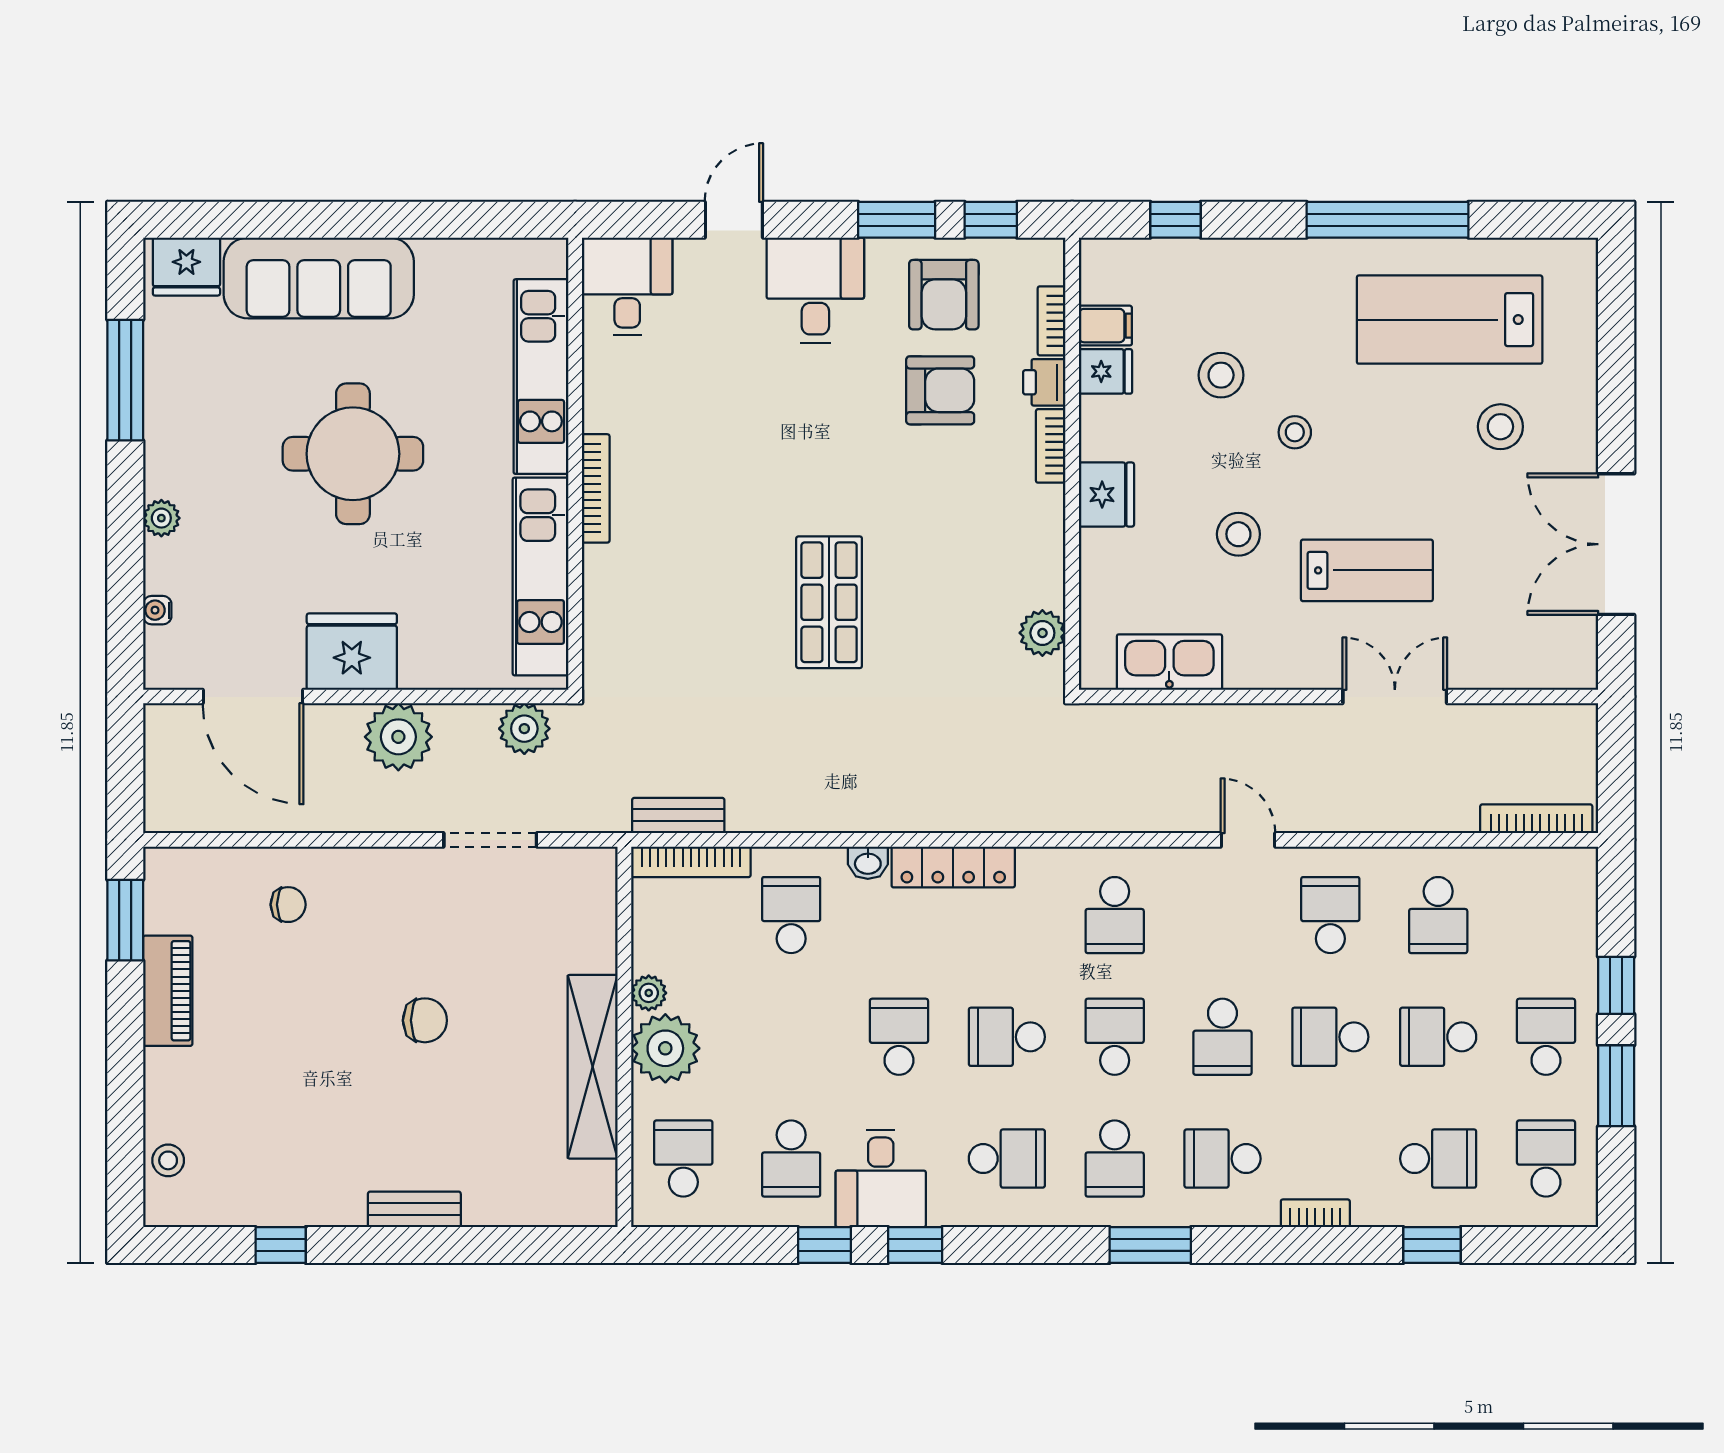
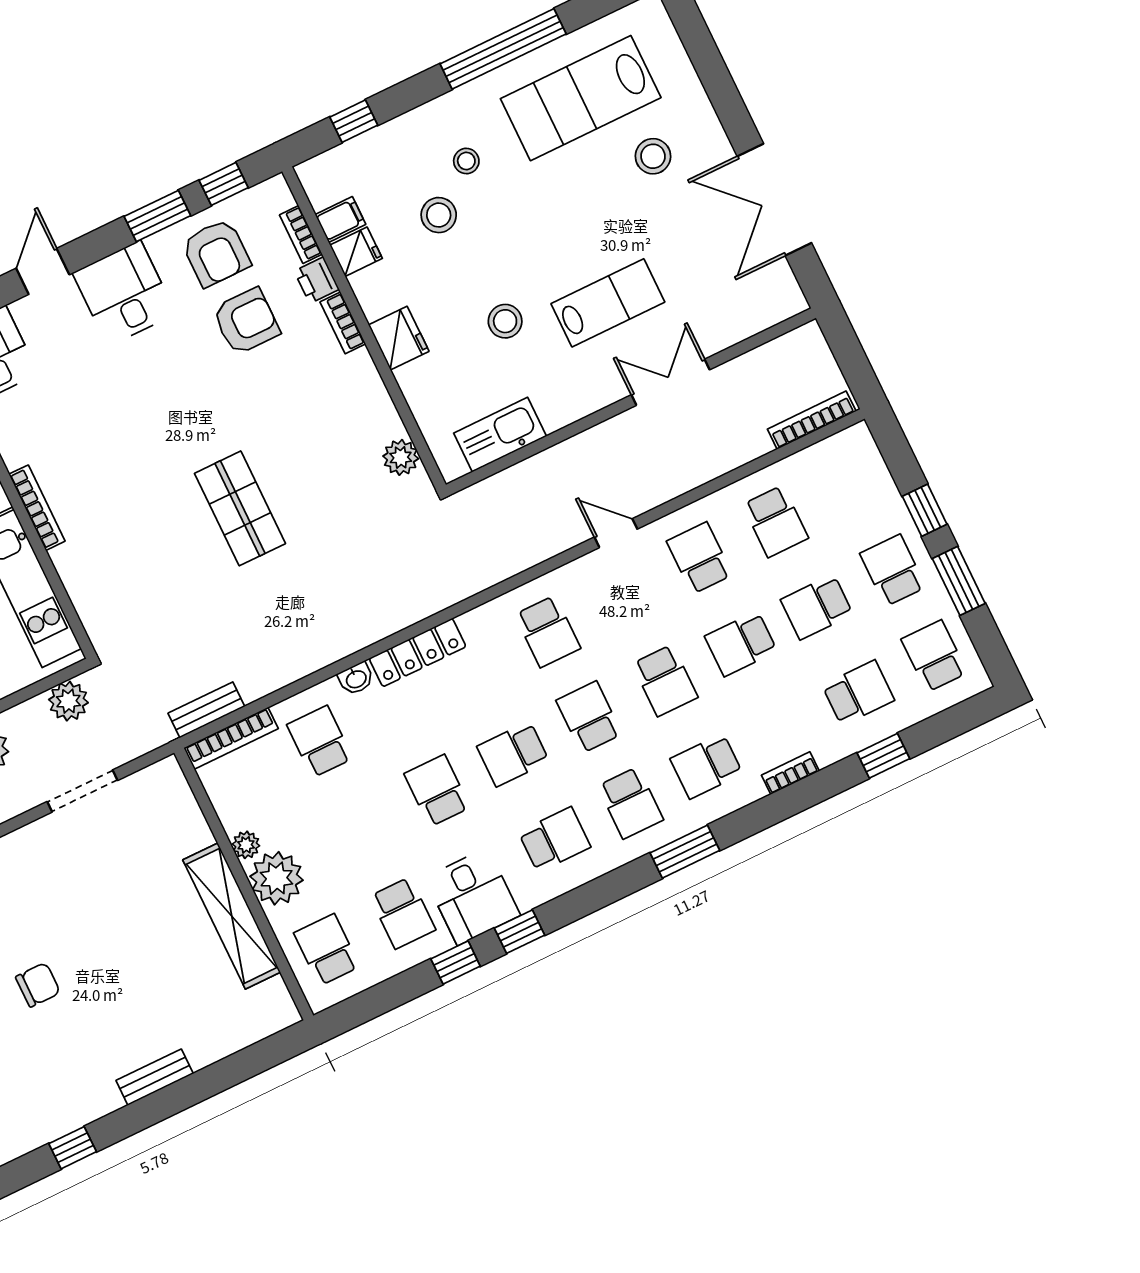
stool: (1295, 432) -> (466, 161), moved
chair: (425, 1020) -> (38, 985), moved

